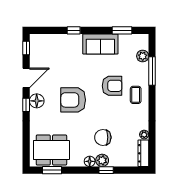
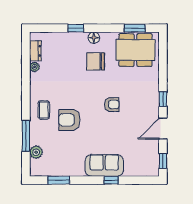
sofa: (100, 44) -> (104, 165), moved
armchair: (73, 100) -> (112, 104), width x0.53, depth x0.53
floor lamp: (37, 101) -> (151, 103), removed
chair: (103, 137) -> (96, 61), moved, turned 180
dresser: (143, 153) -> (35, 51), width x0.70
plant: (102, 160) -> (80, 39), removed

